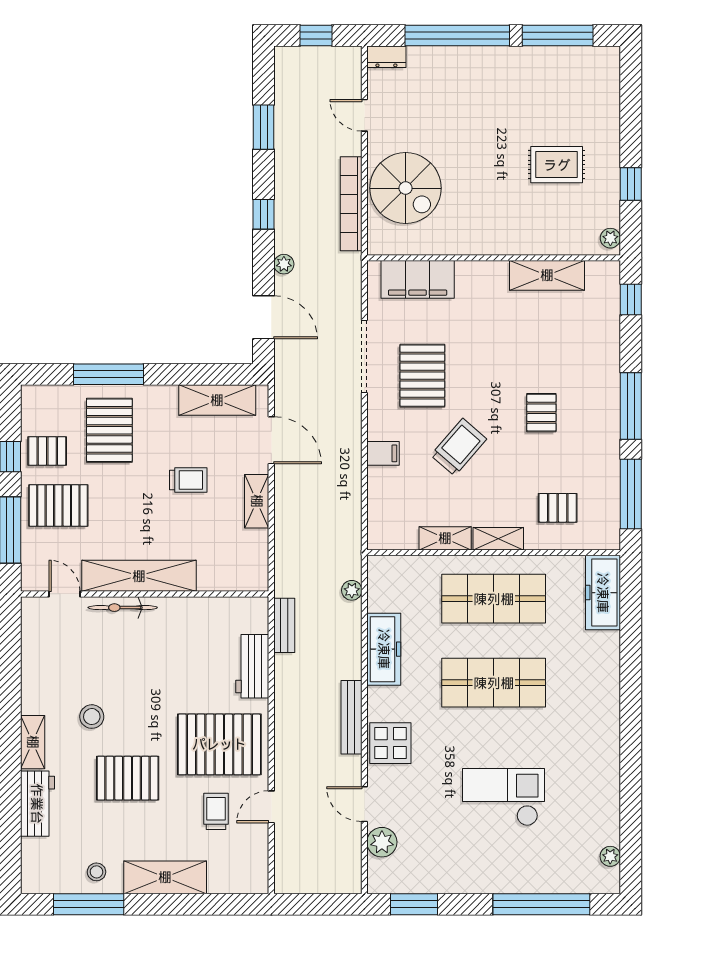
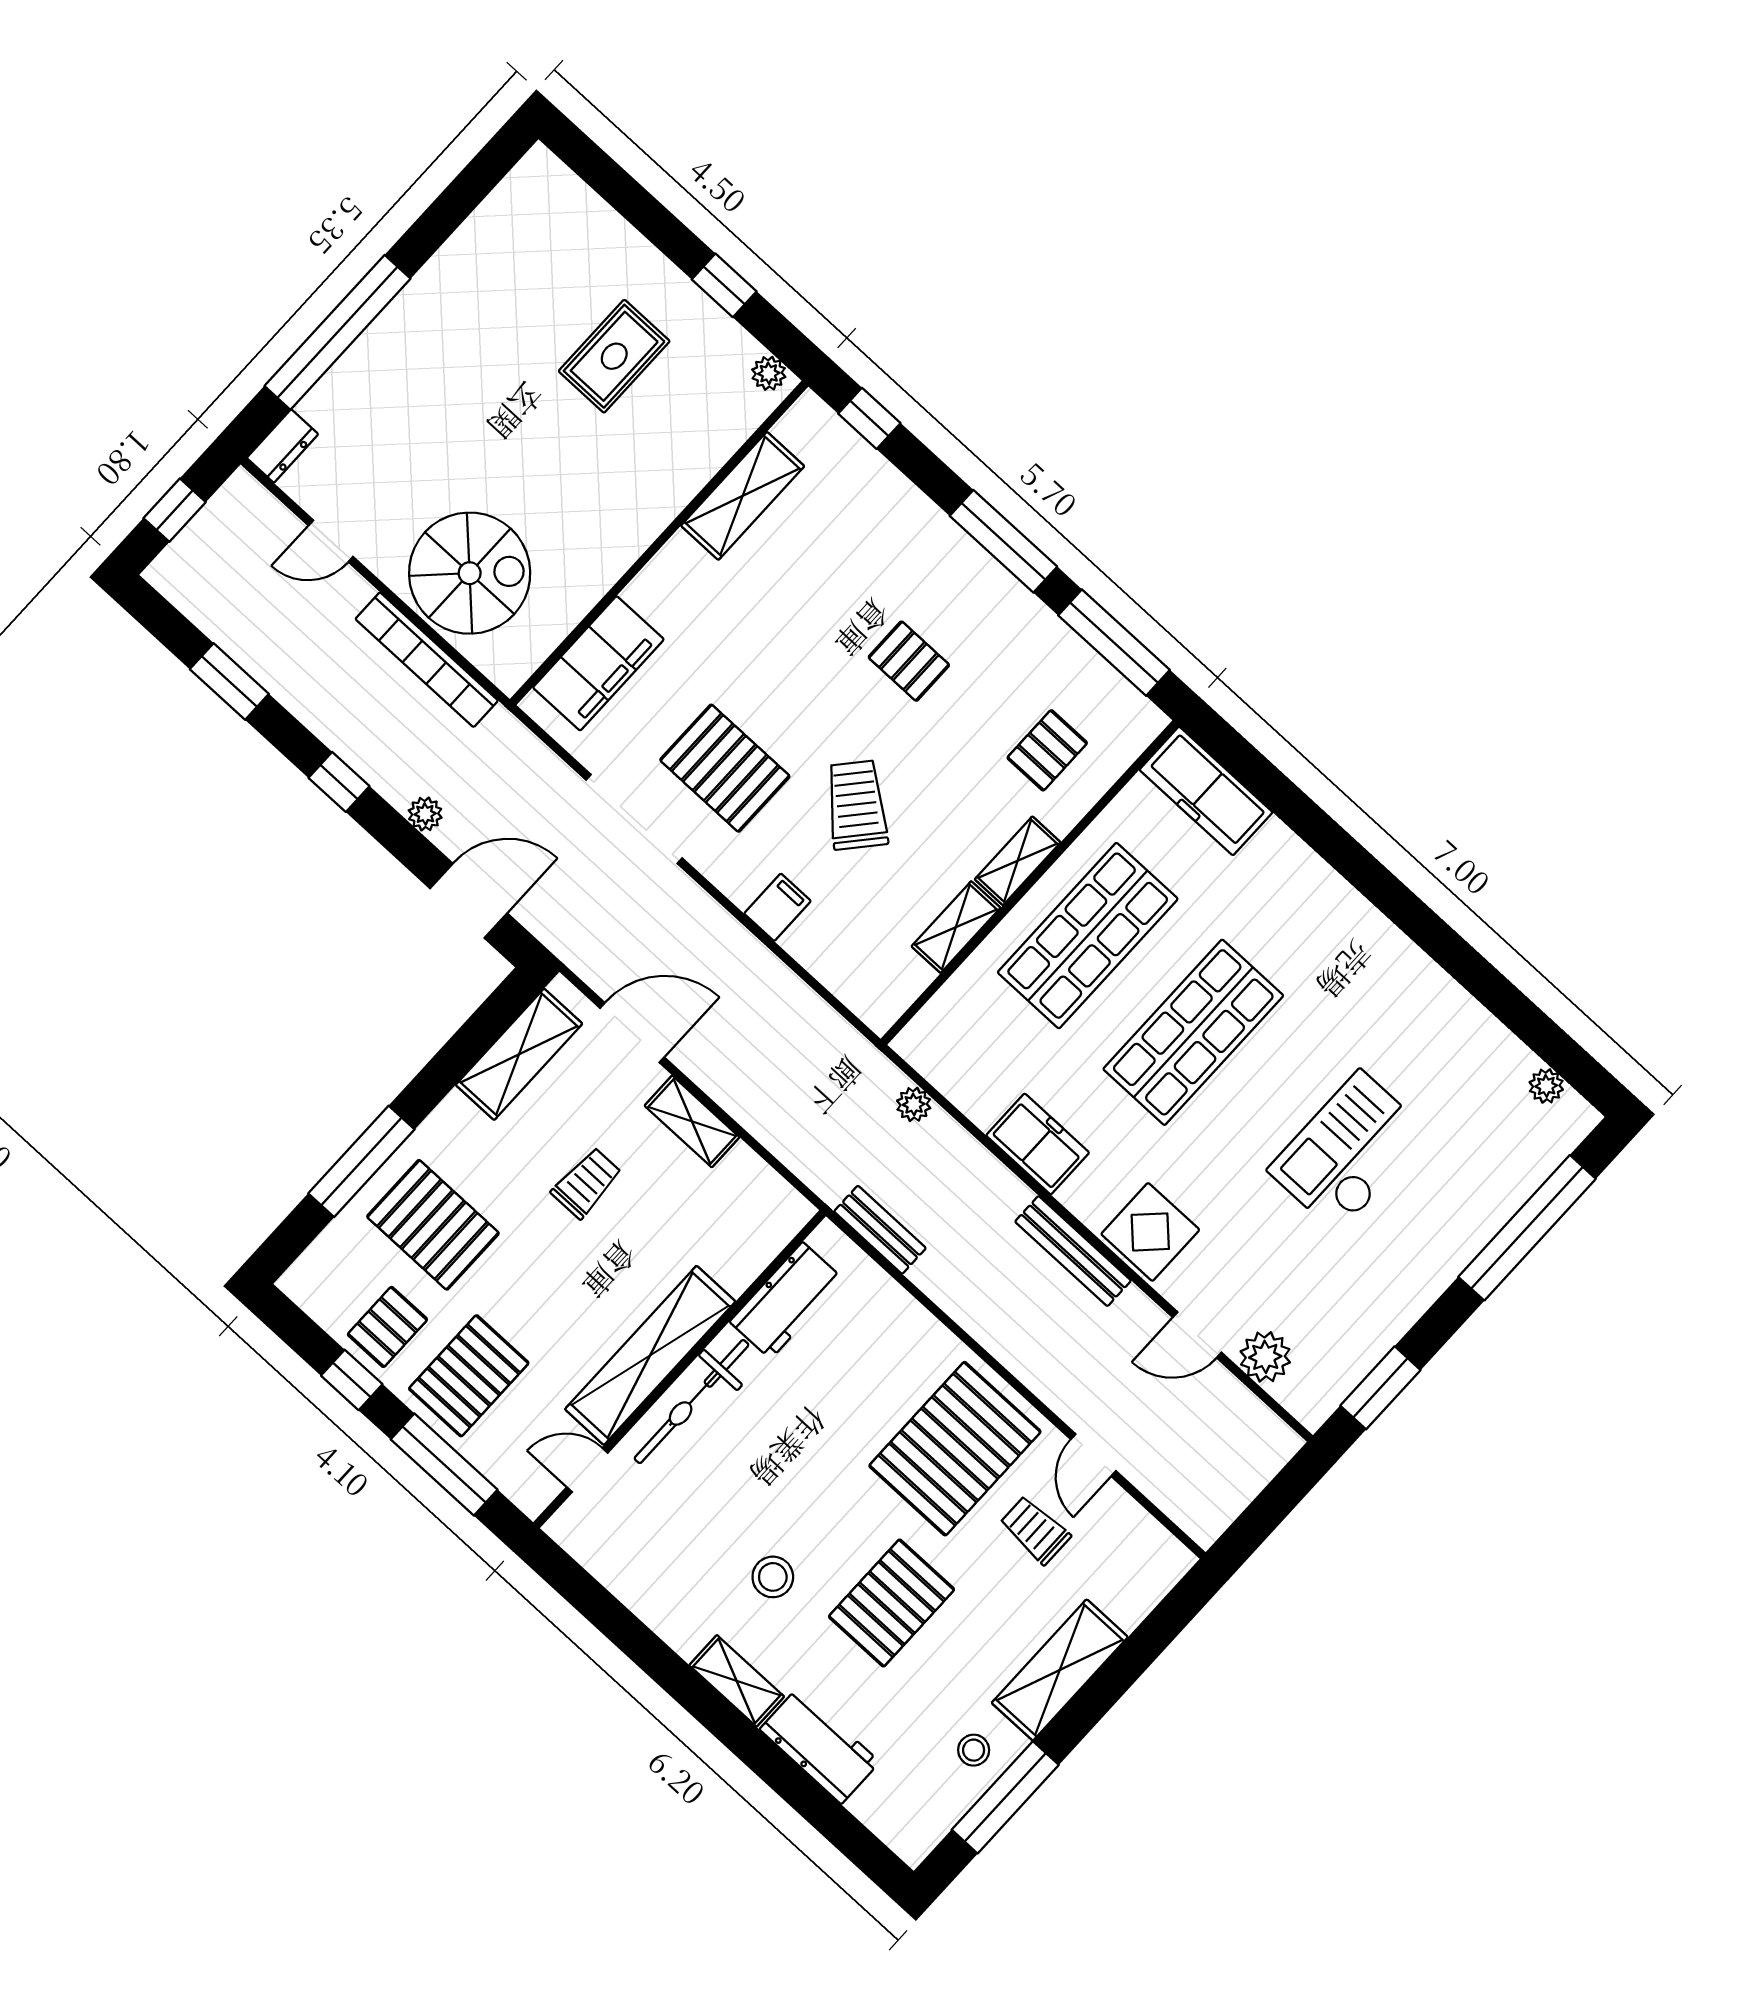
window: (558, 36) -> (453, 206), removed
bicycle: (123, 608) -> (692, 1402), width x1.37, depth x1.40
freezer: (384, 649) -> (1038, 1144), width x0.71
workbench: (252, 666) -> (787, 1301), moved, turned -90

